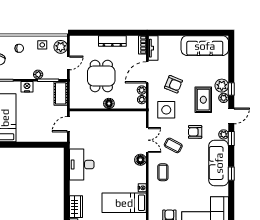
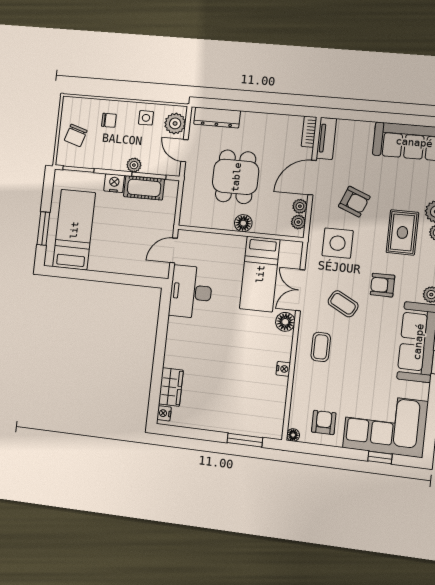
dresser: (112, 41) -> (217, 117), moved
door: (68, 63) -> (185, 151), swing flipped
cot: (61, 93) -> (144, 188), moved, turned 90
double door: (147, 140) -> (300, 290), swing flipped
desk: (82, 165) -> (191, 292), moved
bed: (124, 203) -> (260, 274), moved, turned -90

